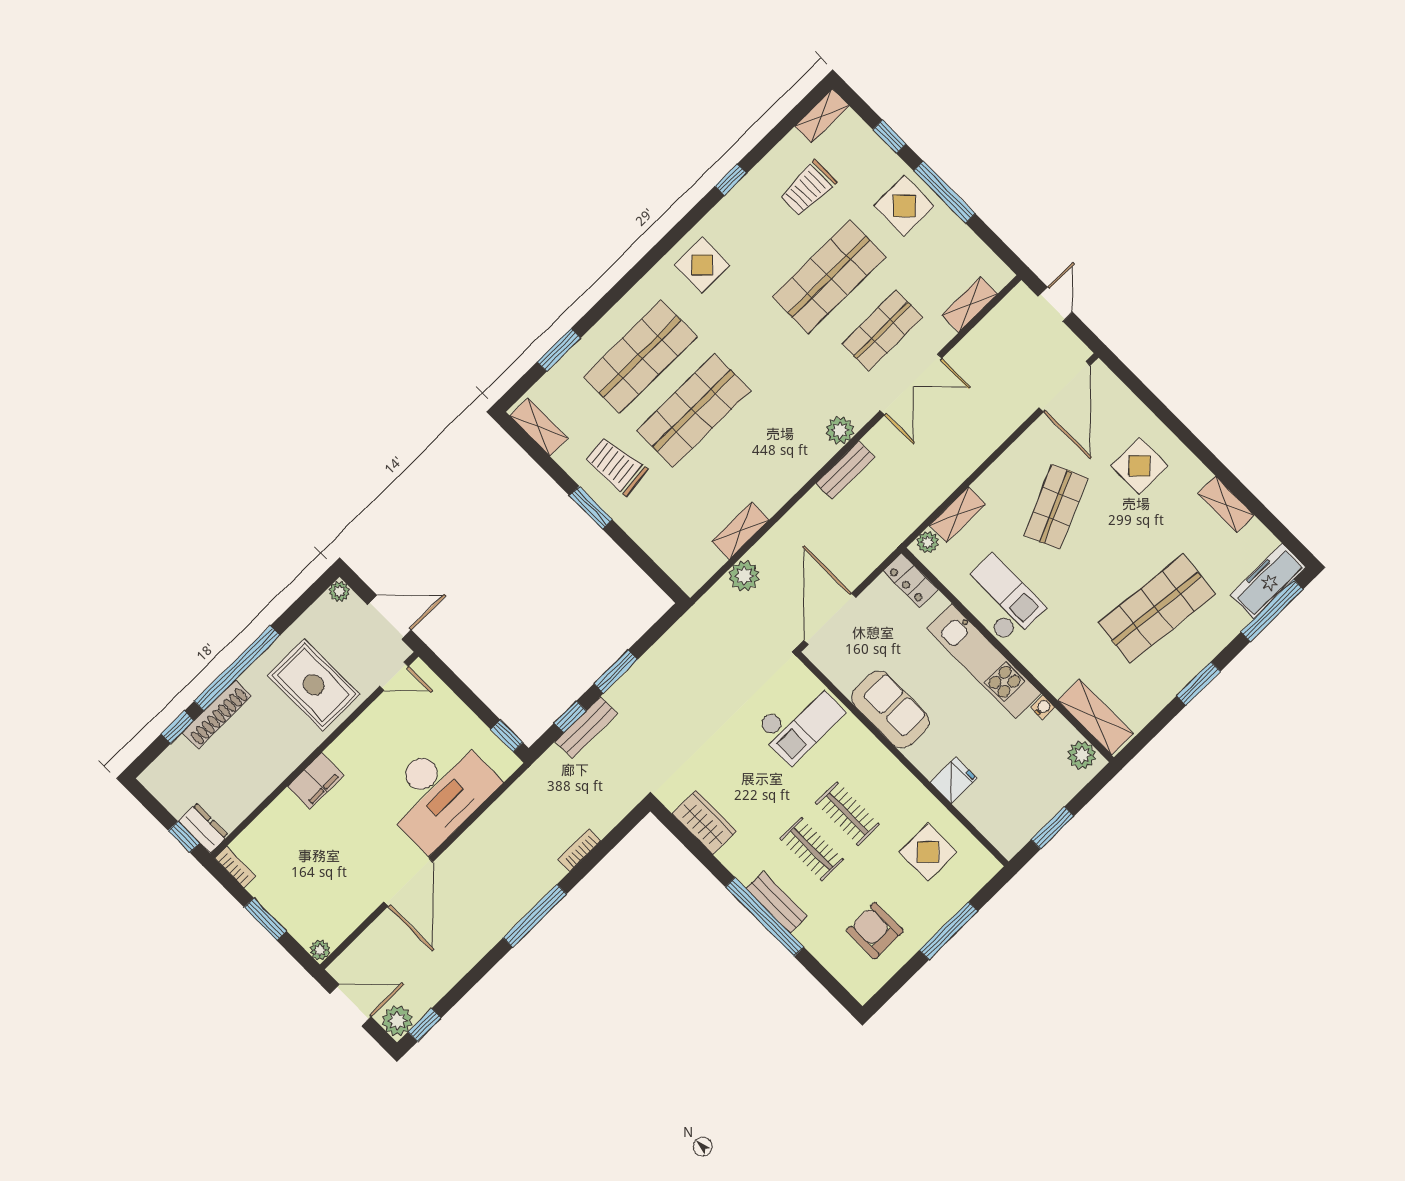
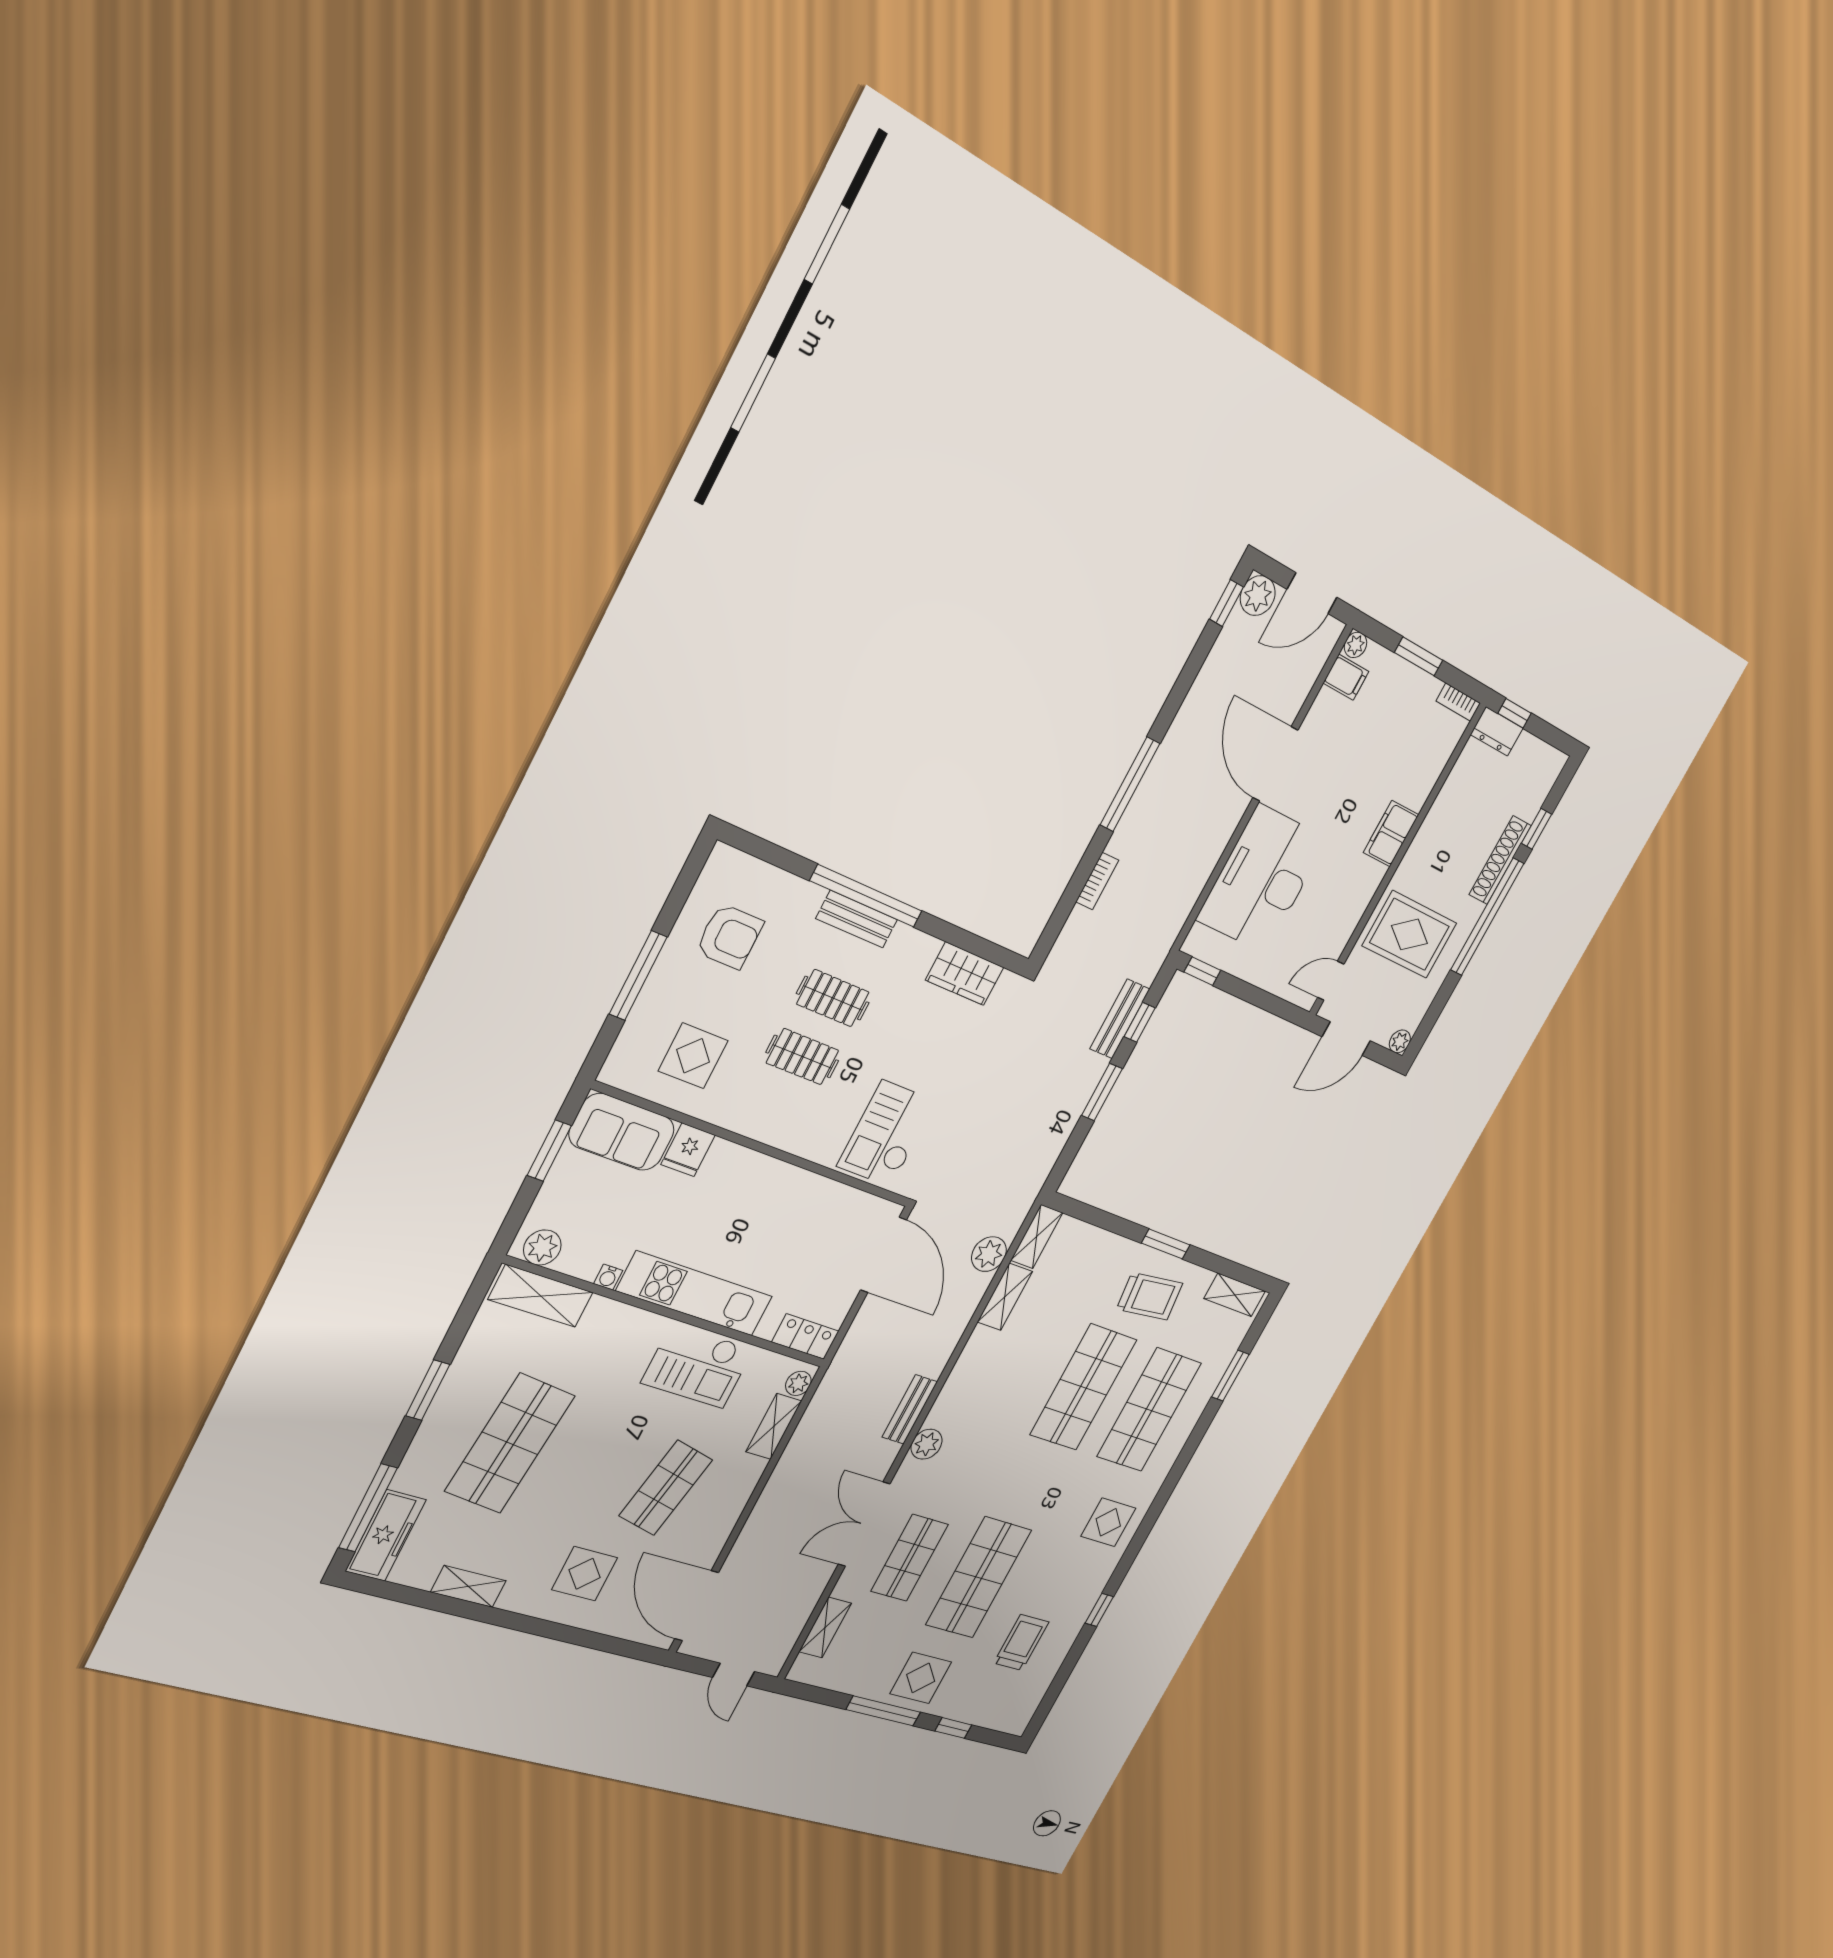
shelving: (822, 116) -> (1037, 1237), moved
shop shelf: (1056, 507) -> (666, 1488), turned 36
sofa: (890, 710) -> (622, 1132), moved
filing cabinet: (333, 927) -> (1346, 677), added

